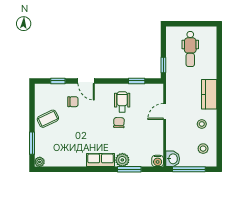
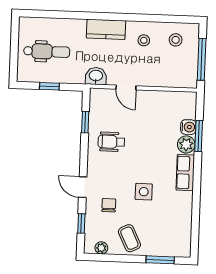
window: (163, 65) -> (49, 86), moved
door: (86, 81) -> (83, 187), swing flipped
chair: (119, 123) -> (138, 147), removed
side table: (84, 128) -> (144, 192), added
washbasin: (173, 159) -> (96, 76), moved
water cooler: (158, 161) -> (188, 127), moved
plant: (40, 162) -> (101, 248), moved

